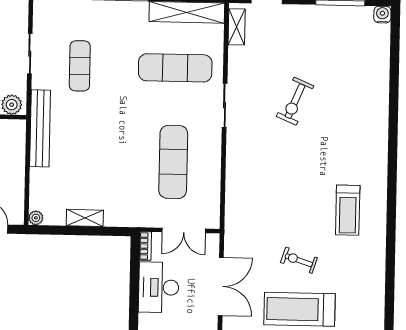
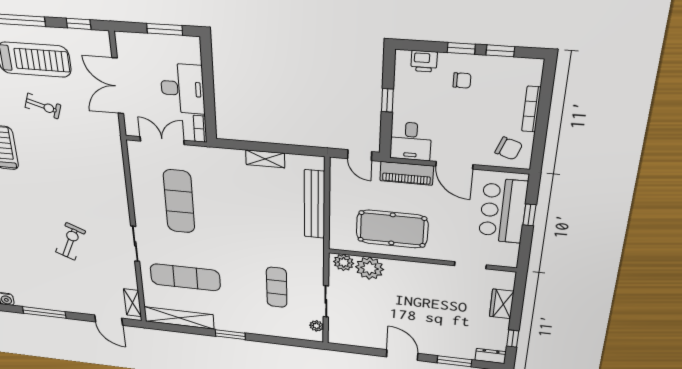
bench: (40, 128) -> (315, 204), moved
plant: (36, 218) -> (316, 326), moved

